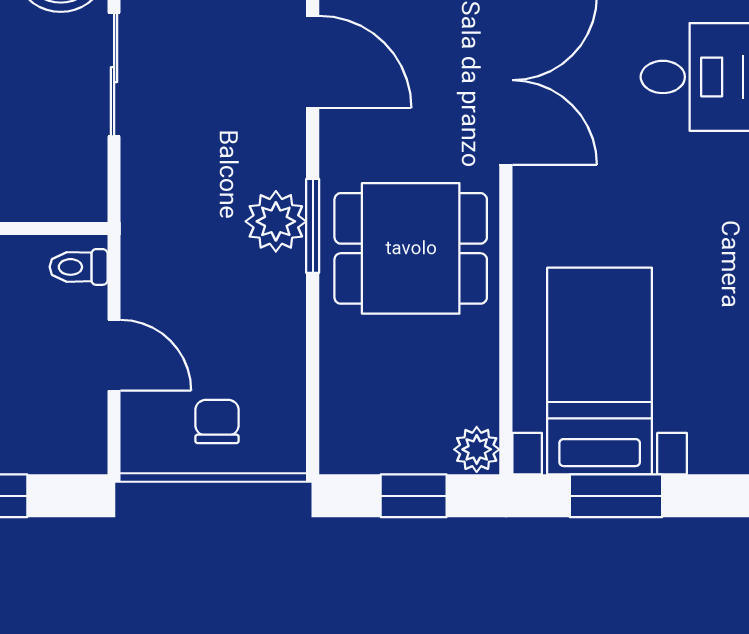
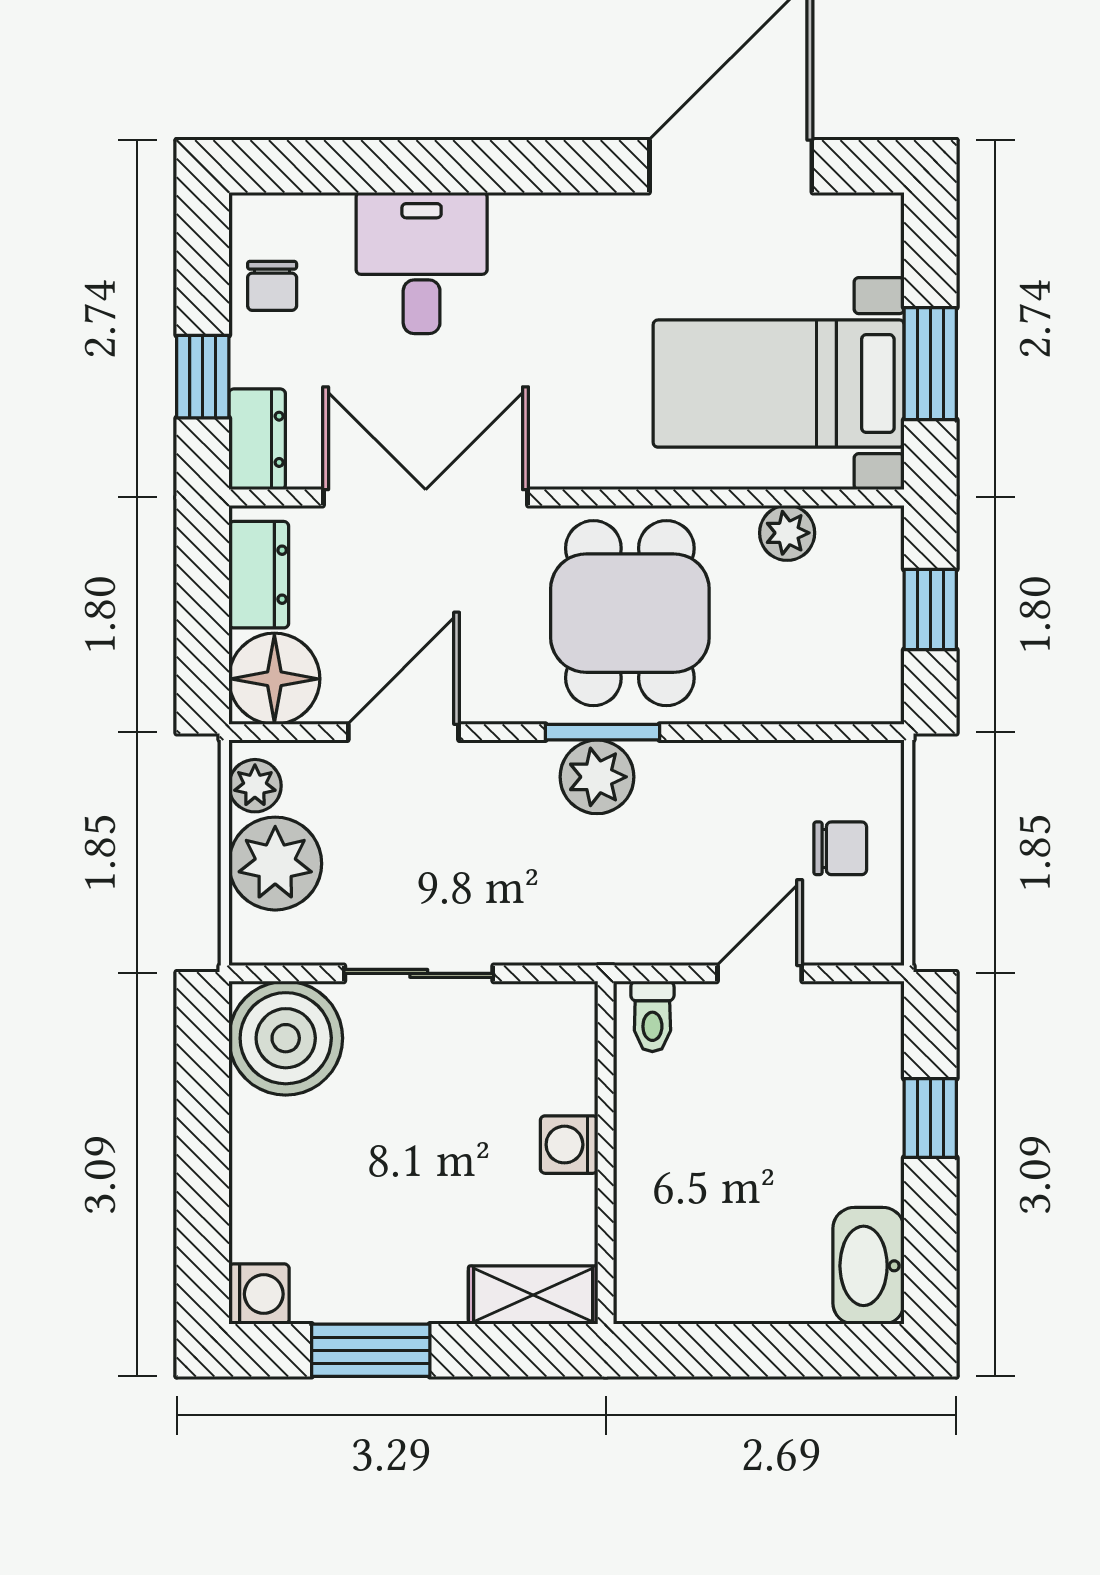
chair: (217, 422) -> (840, 848), turned 180
plant: (477, 449) -> (787, 533), moved

